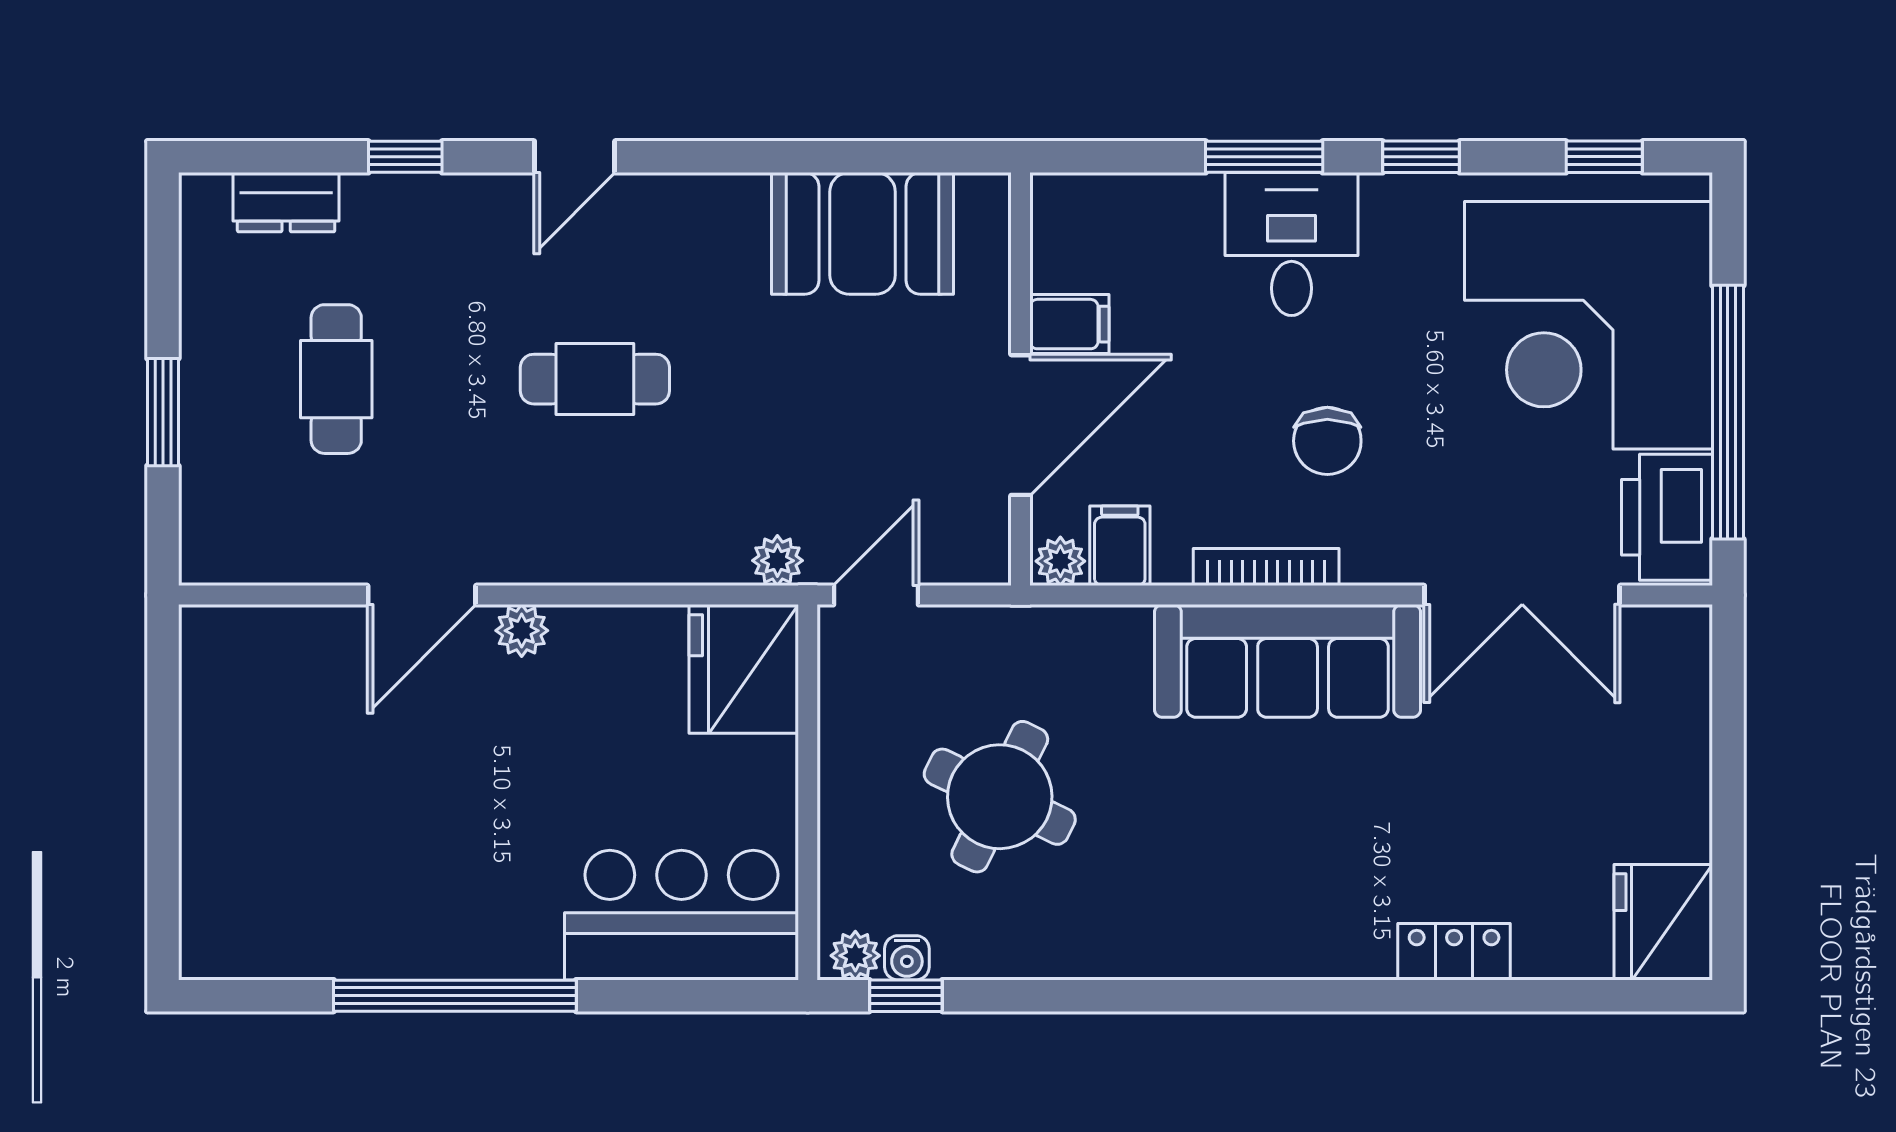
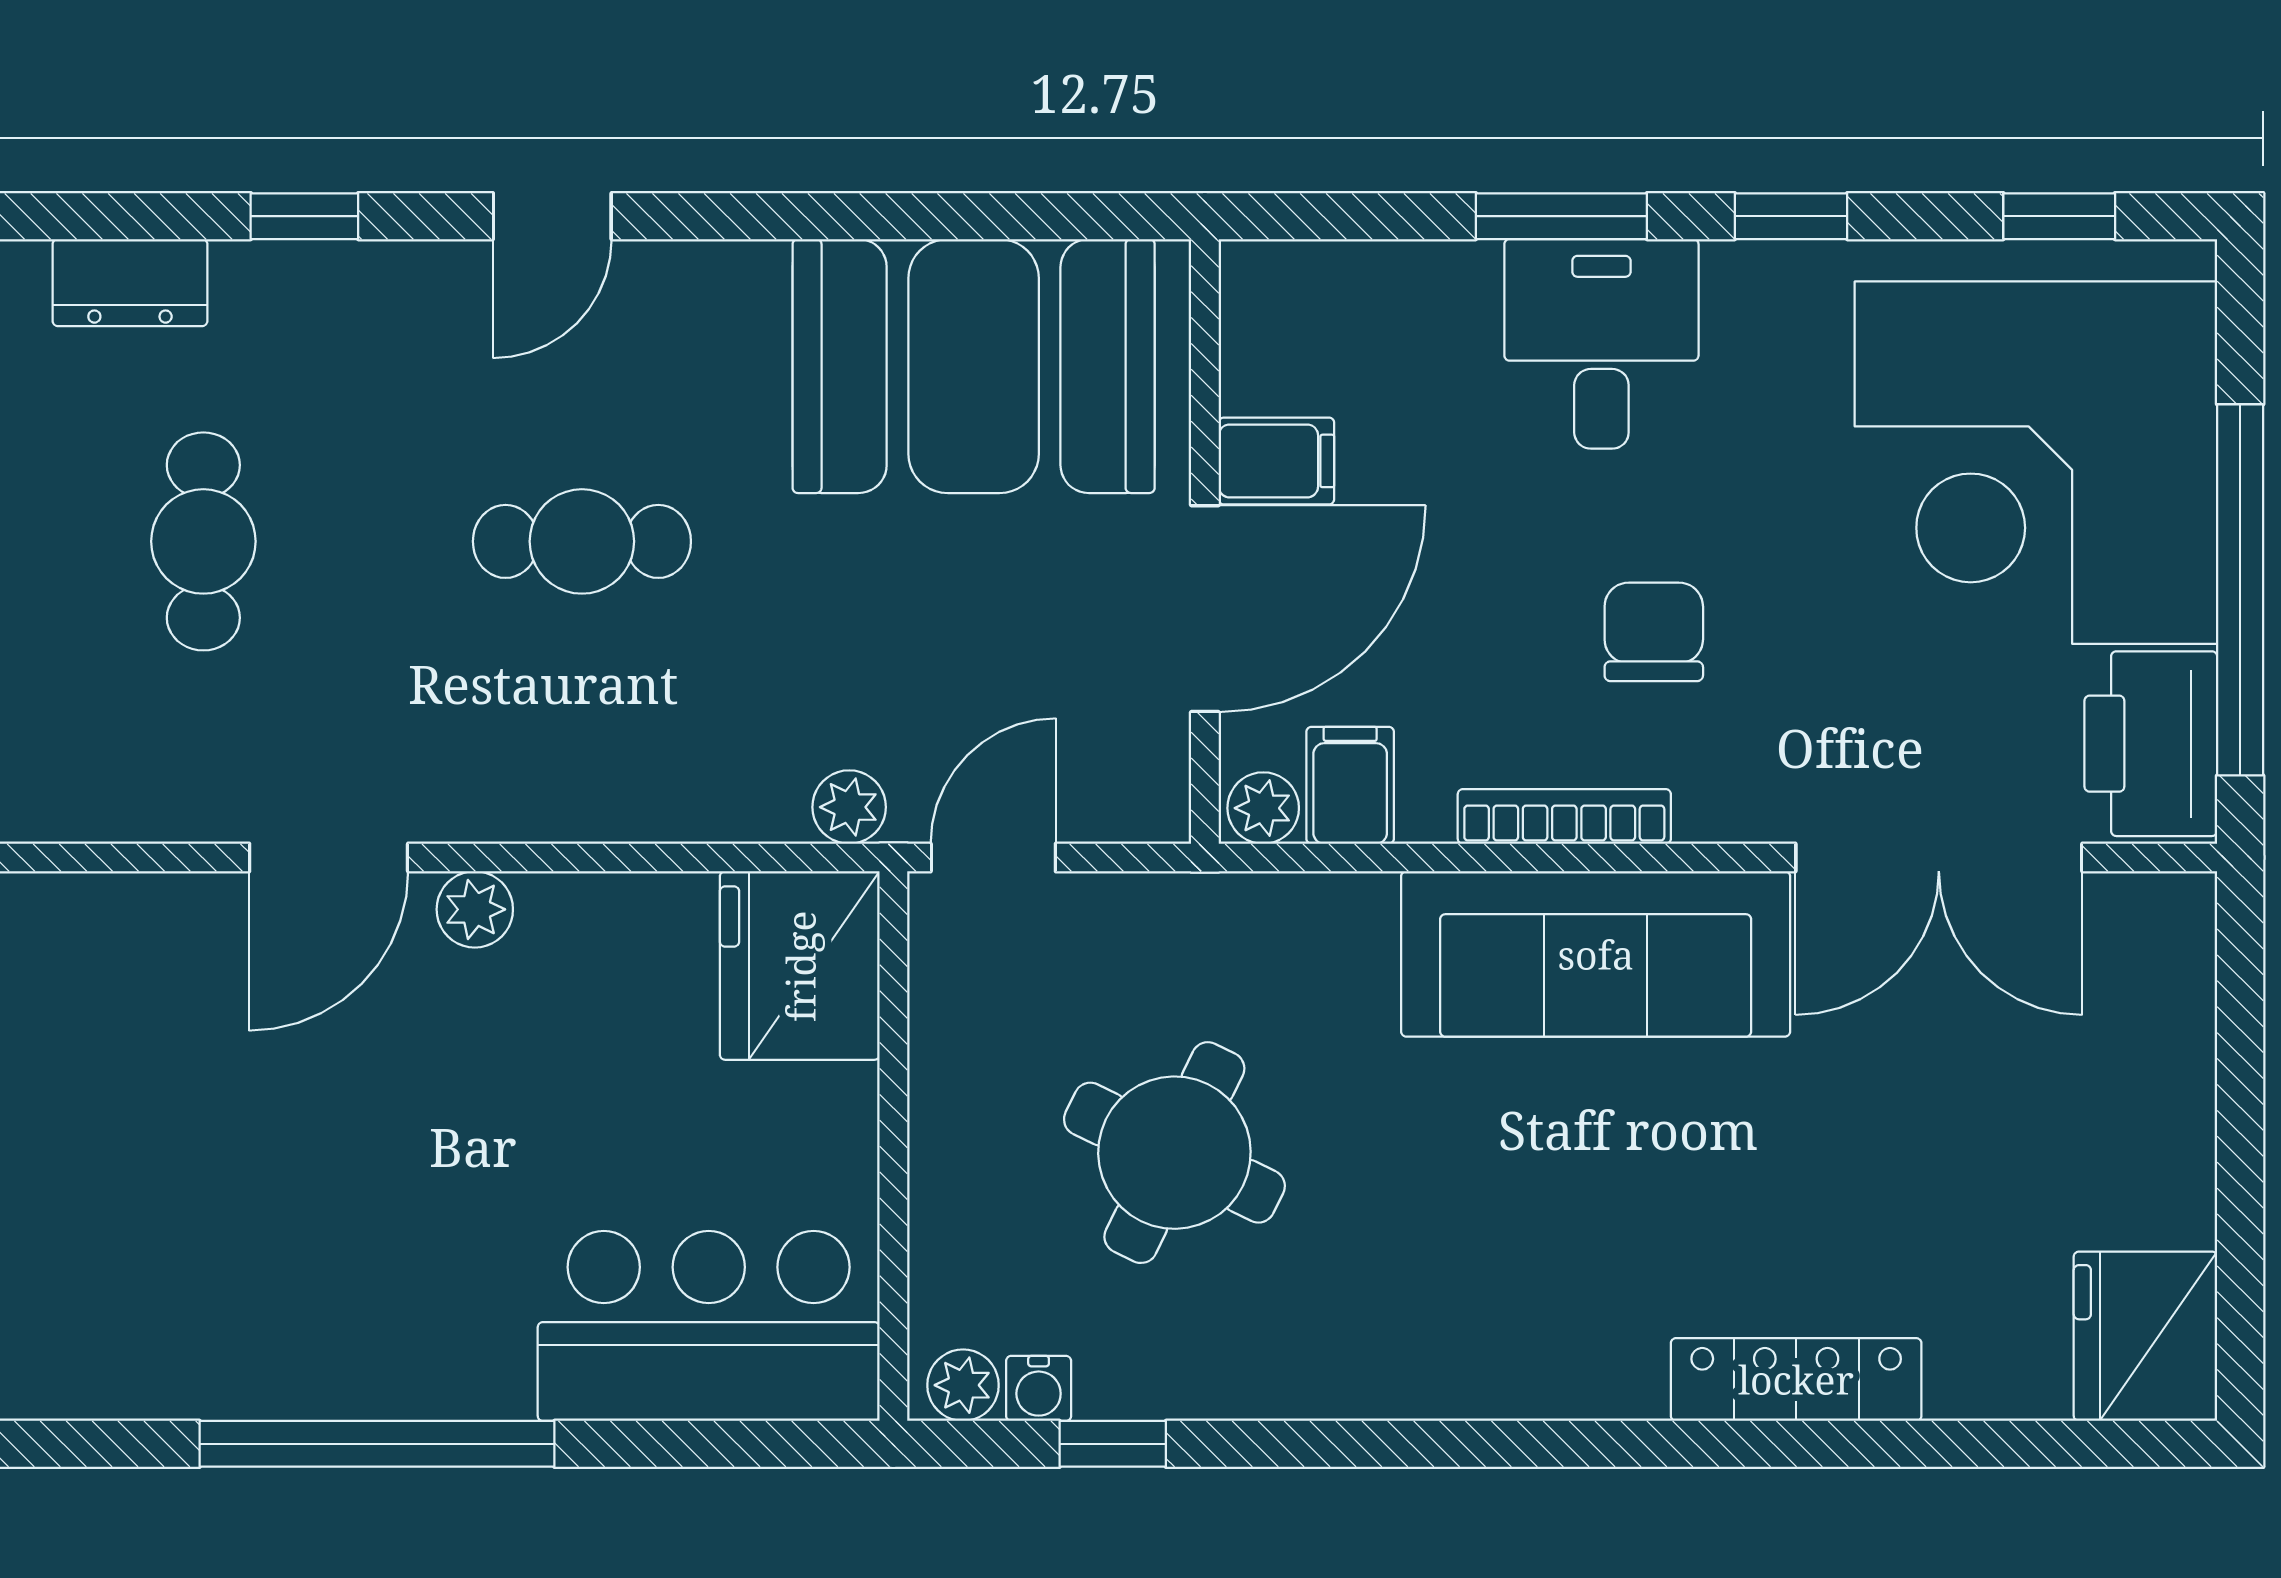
booth: (863, 233) -> (974, 366), width x1.36, depth x1.42
chair: (1327, 441) -> (1654, 632), turned 180
locker: (1454, 952) -> (1796, 1379), width x1.53
window: (906, 996) -> (1113, 1444), moved

